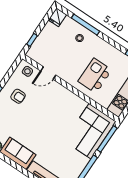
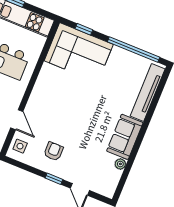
window: (107, 139) -> (84, 29), width x0.46

